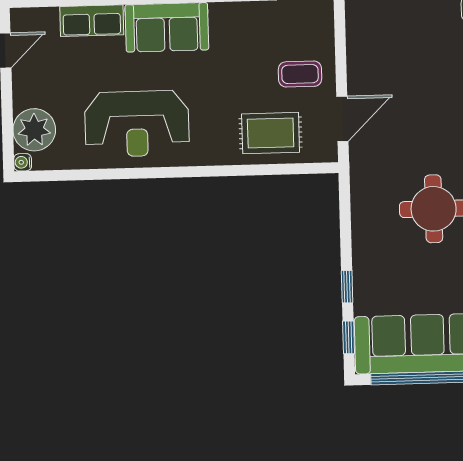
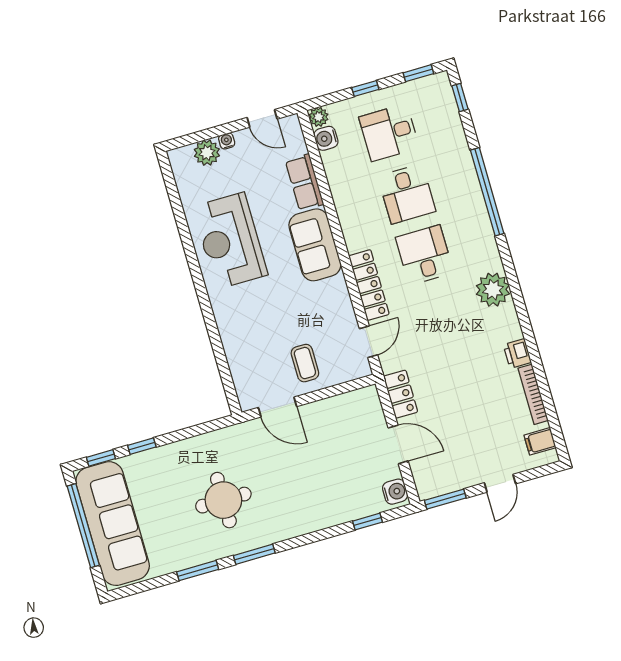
plant: (34, 130) -> (207, 153), width x0.73, depth x0.73
rug: (271, 133) -> (251, 351), removed
water cooler: (23, 162) -> (227, 141), moved

